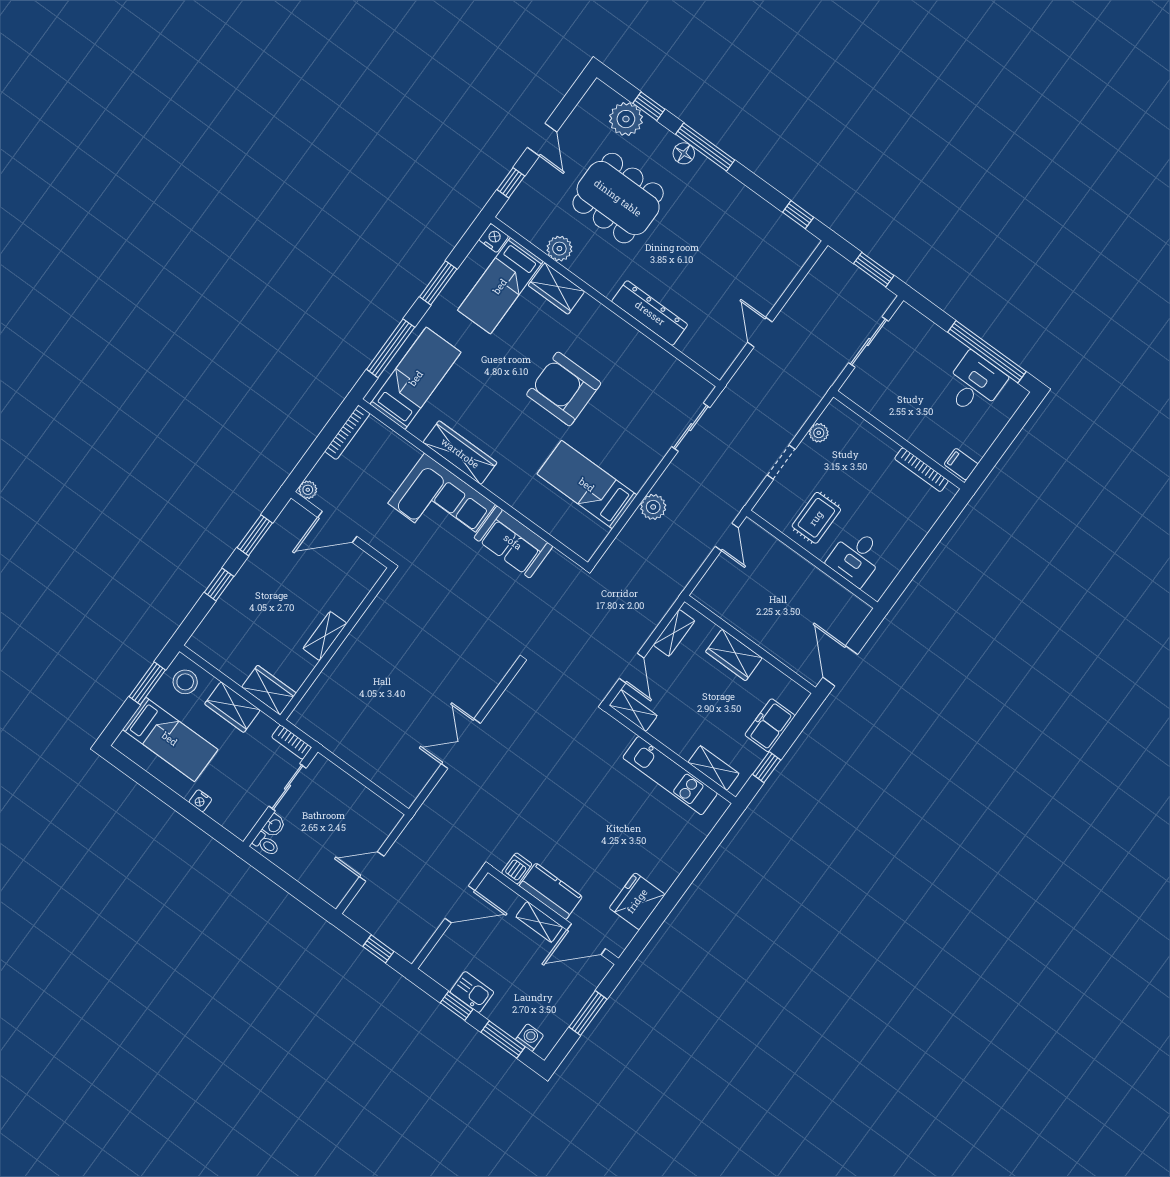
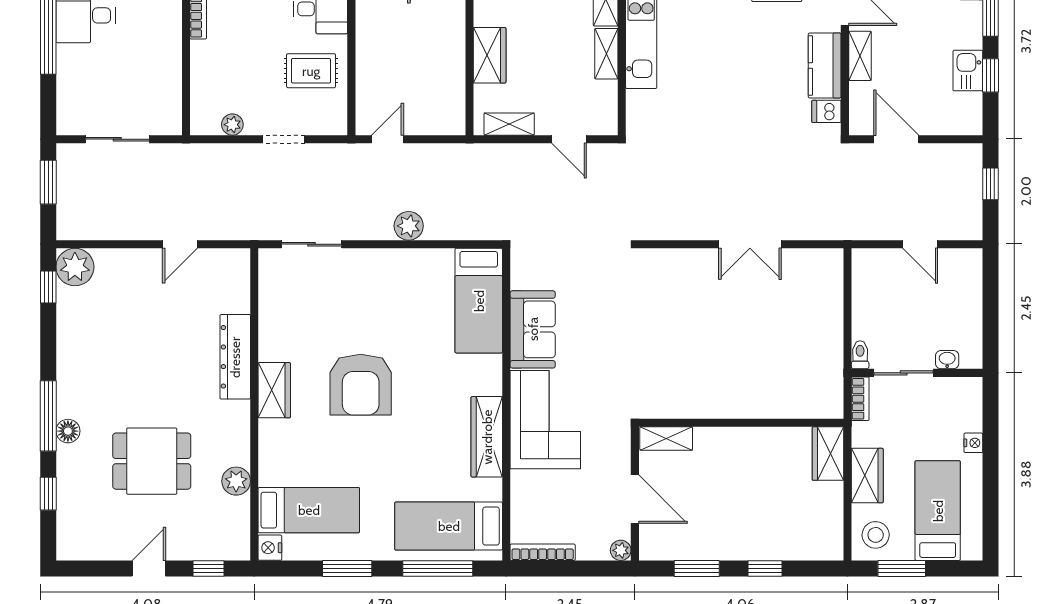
plant: (626, 119) -> (75, 267), moved
dining table: (618, 198) -> (152, 461), width x0.73
wardrobe: (556, 288) -> (274, 390), moved
bed: (587, 485) -> (479, 301), moved
shelving: (325, 636) -> (666, 438), moved
door: (632, 668) -> (569, 139), swing flipped
shelving: (633, 710) -> (606, 54), moved
toilet: (266, 844) -> (860, 355), moved

